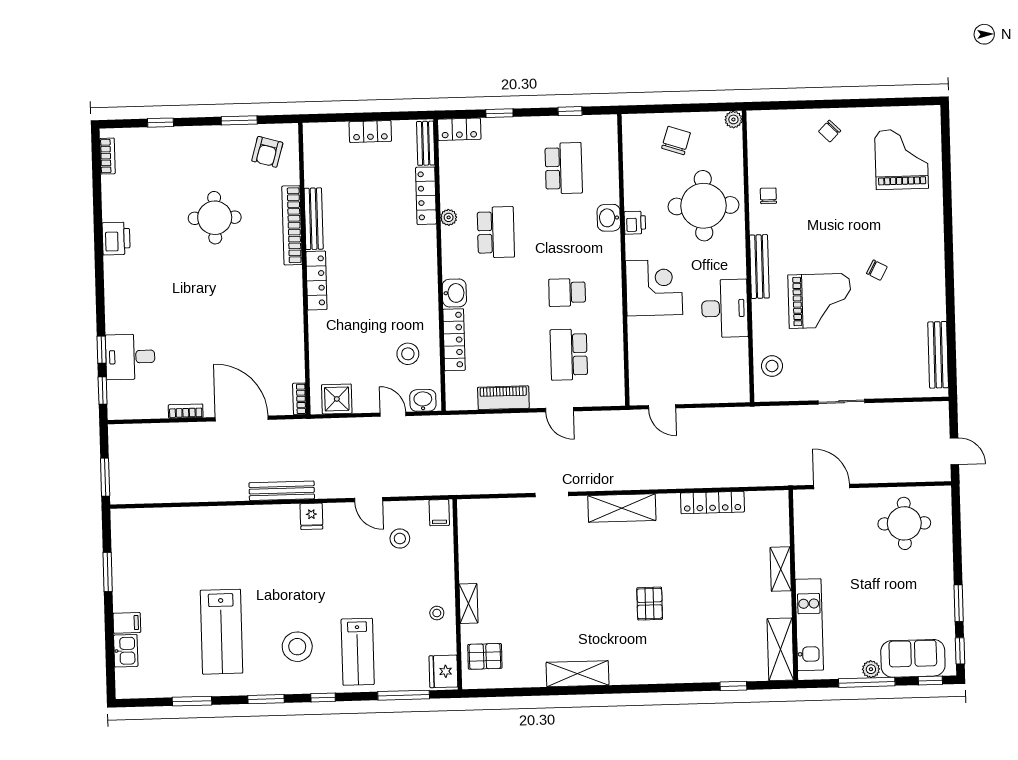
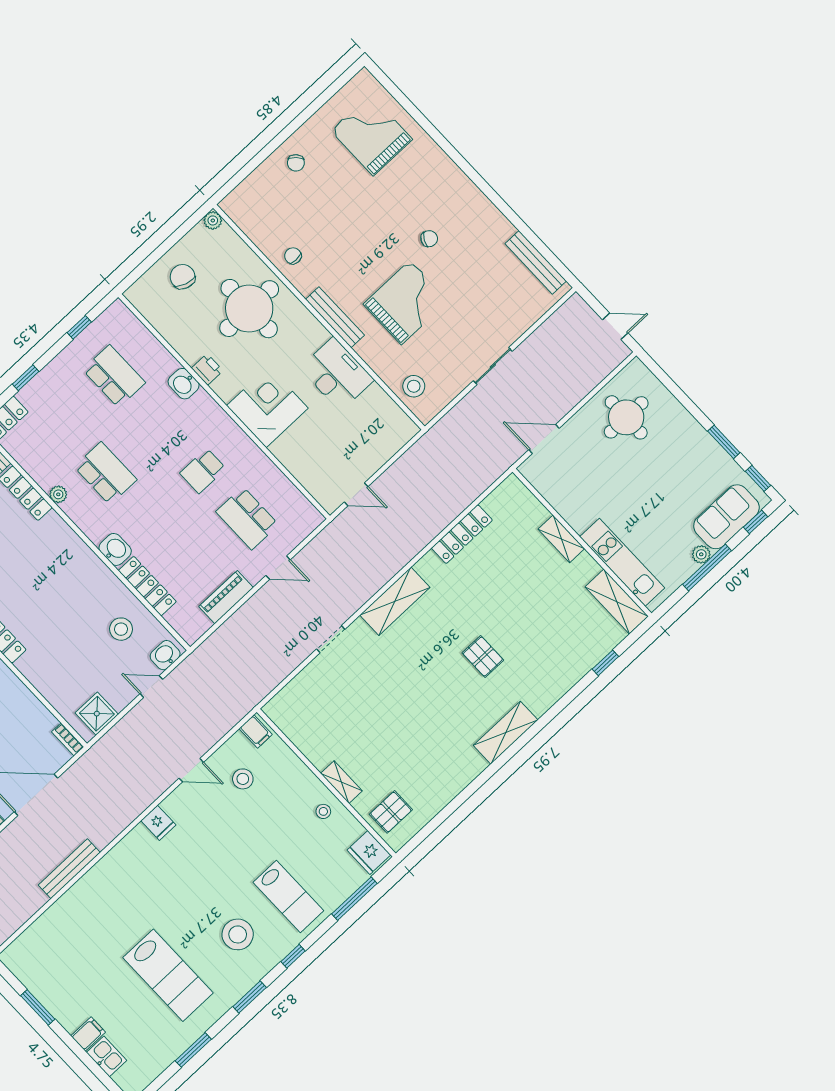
bench: (282, 491) -> (69, 869), moved
shelving: (578, 674) -> (506, 733), moved

